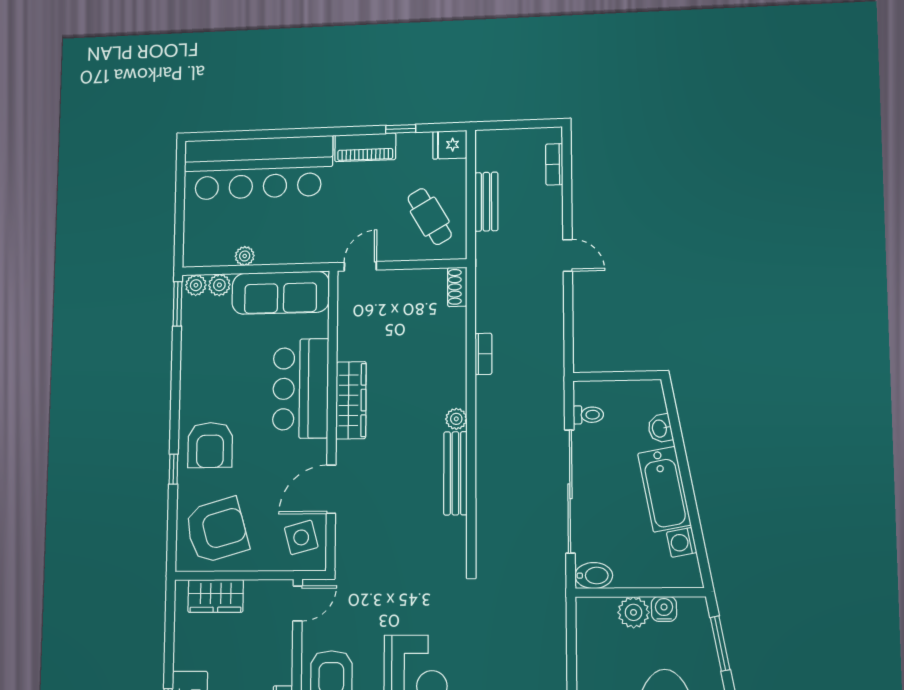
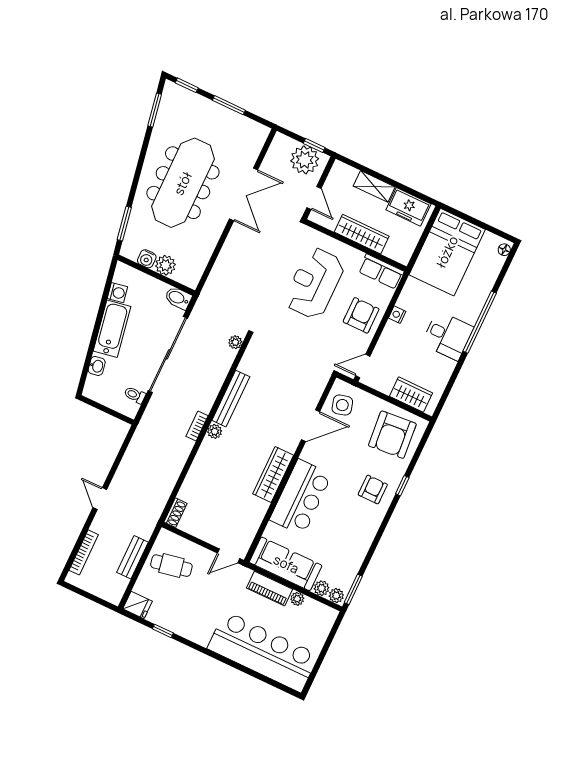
piano: (365, 147) -> (270, 589), moved, turned 180
bookcase: (554, 164) -> (84, 552), width x1.56
cafe table: (430, 217) -> (171, 566), turned -71
bookcase: (483, 354) -> (197, 426), moved
armchair: (210, 445) -> (373, 490), width x0.72, depth x0.72
armchair: (217, 530) -> (392, 435), turned -79
plant: (486, 552) -> (235, 342), added

